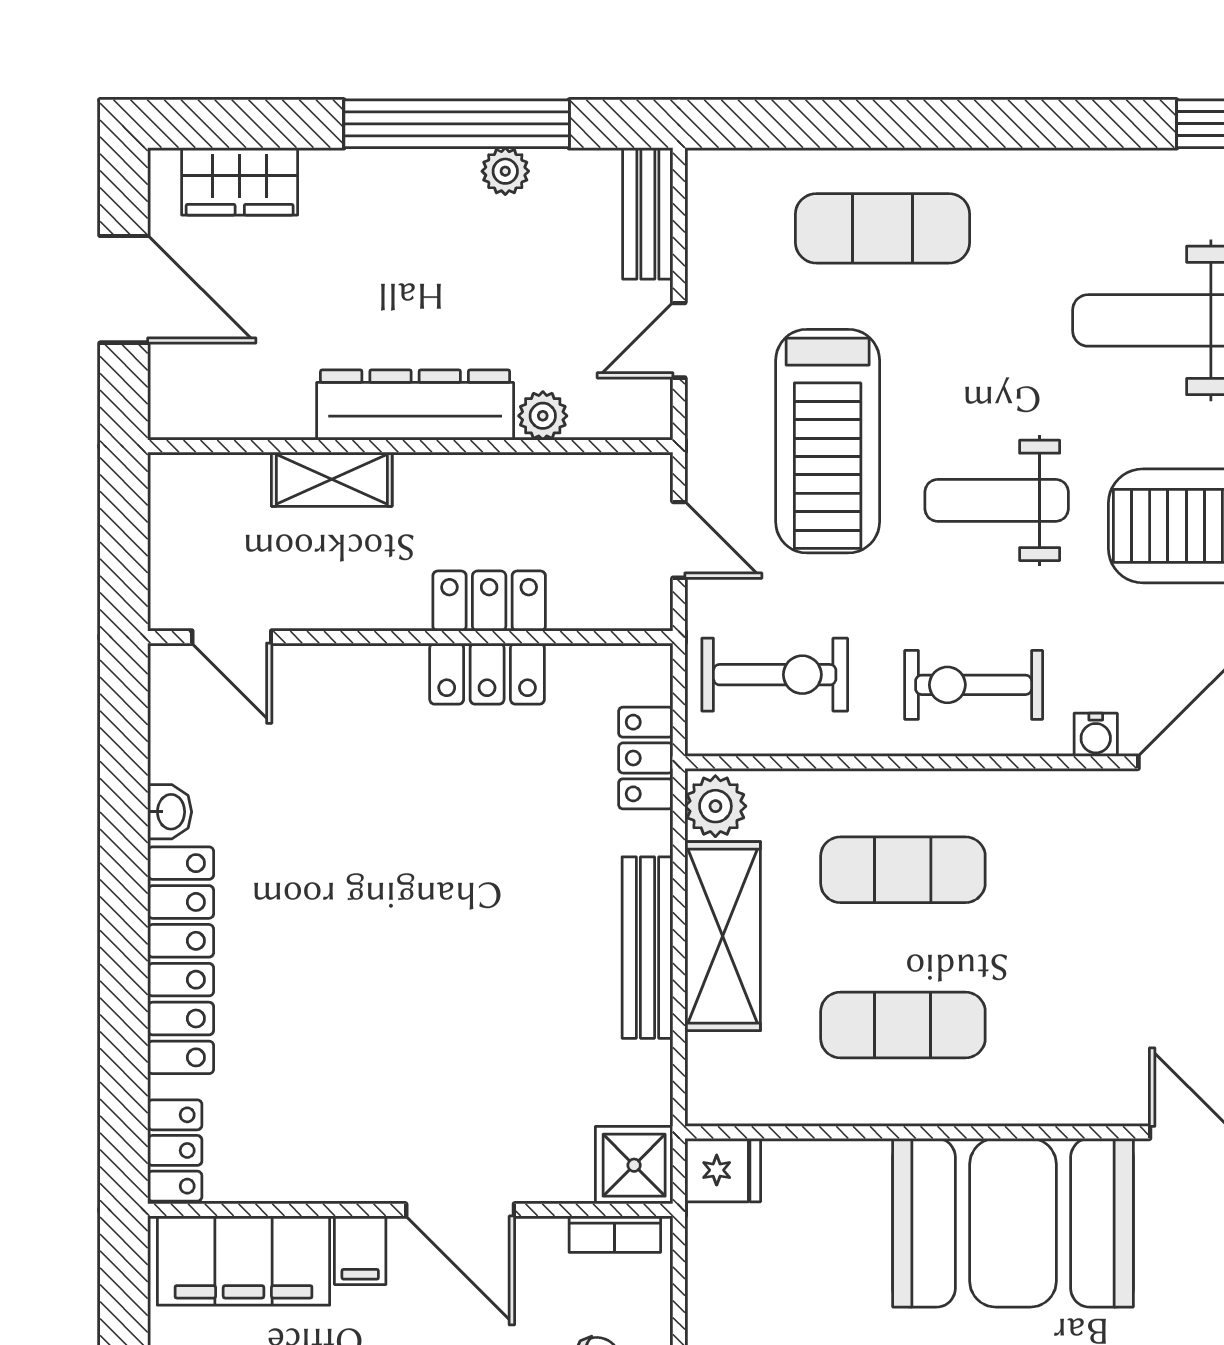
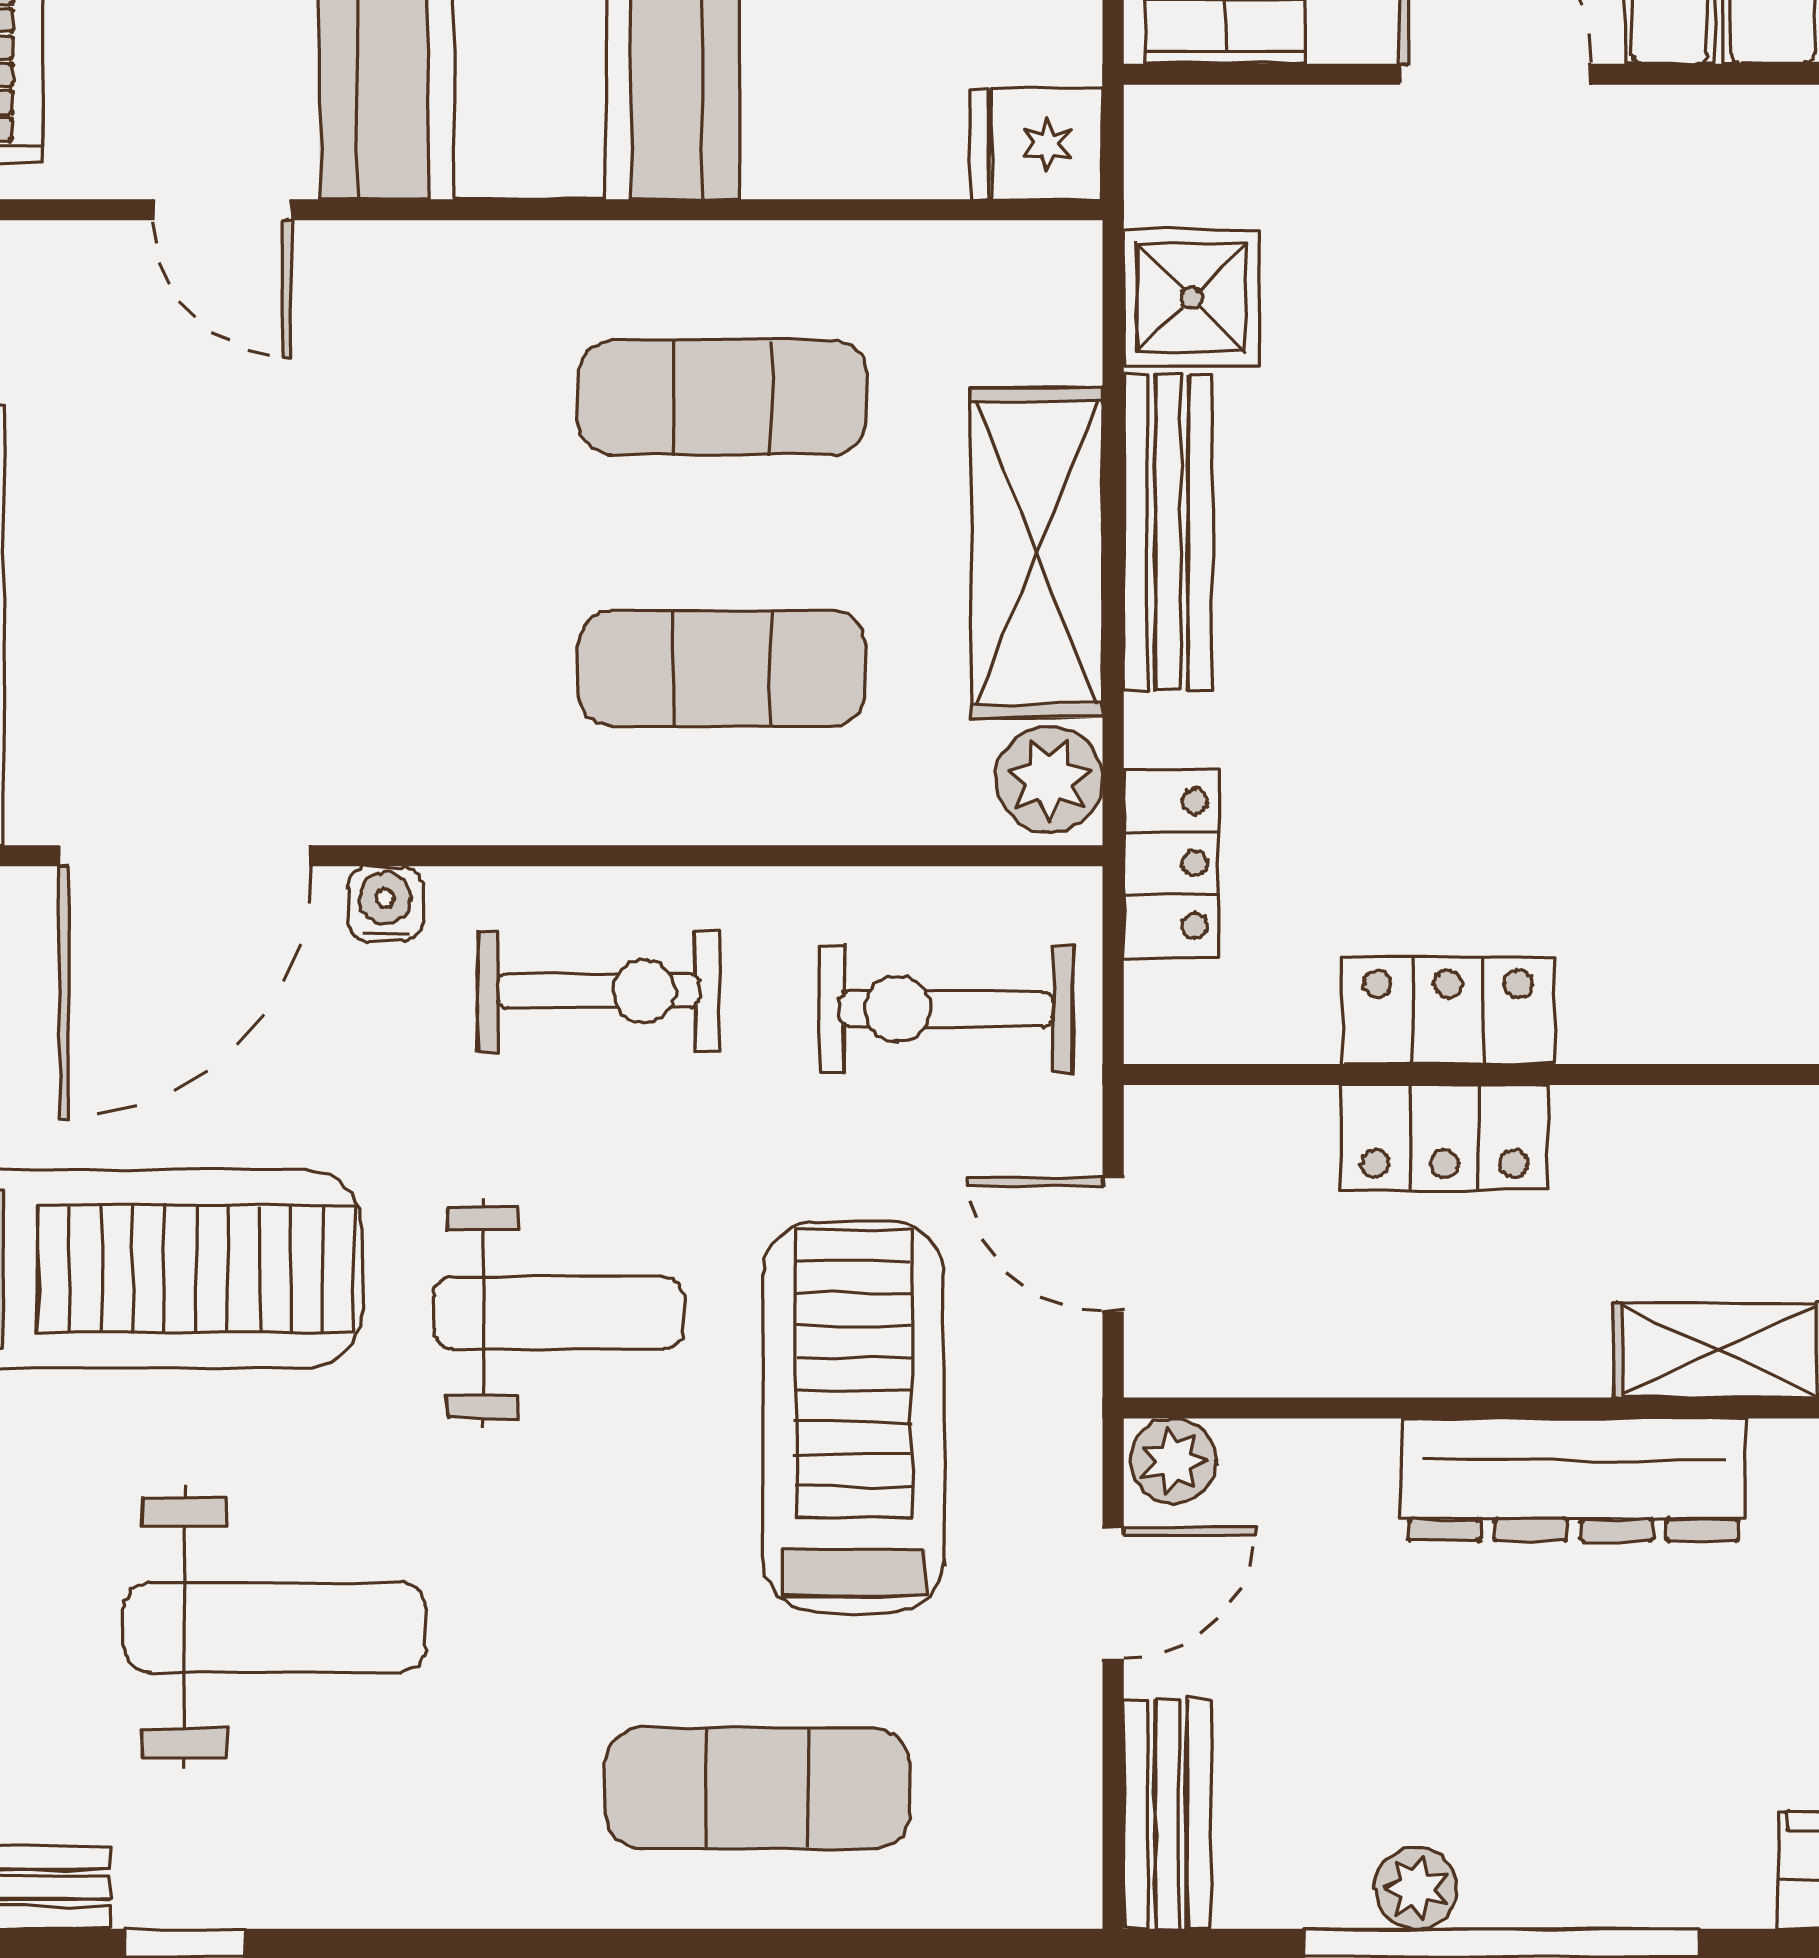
plant: (543, 416) -> (1173, 1461), moved
shower: (634, 1165) -> (1191, 298), moved

